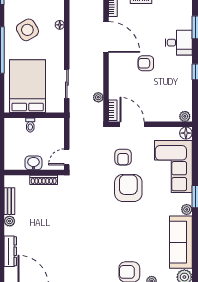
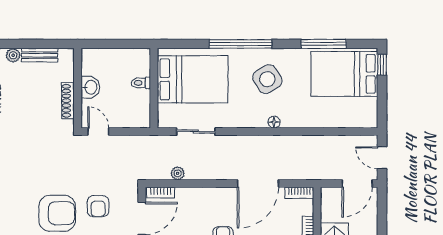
armchair: (123, 157) -> (98, 206), turned -90

